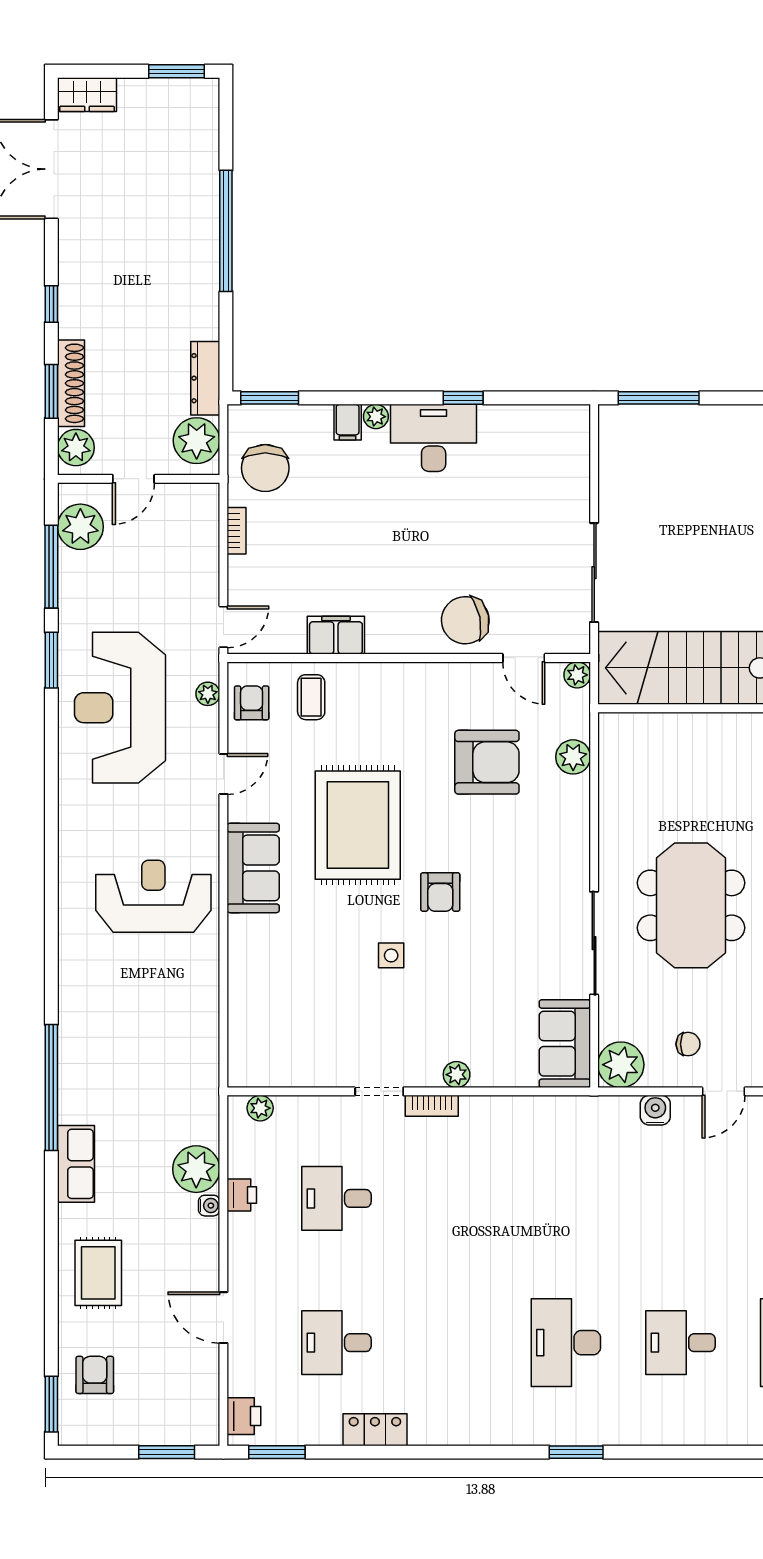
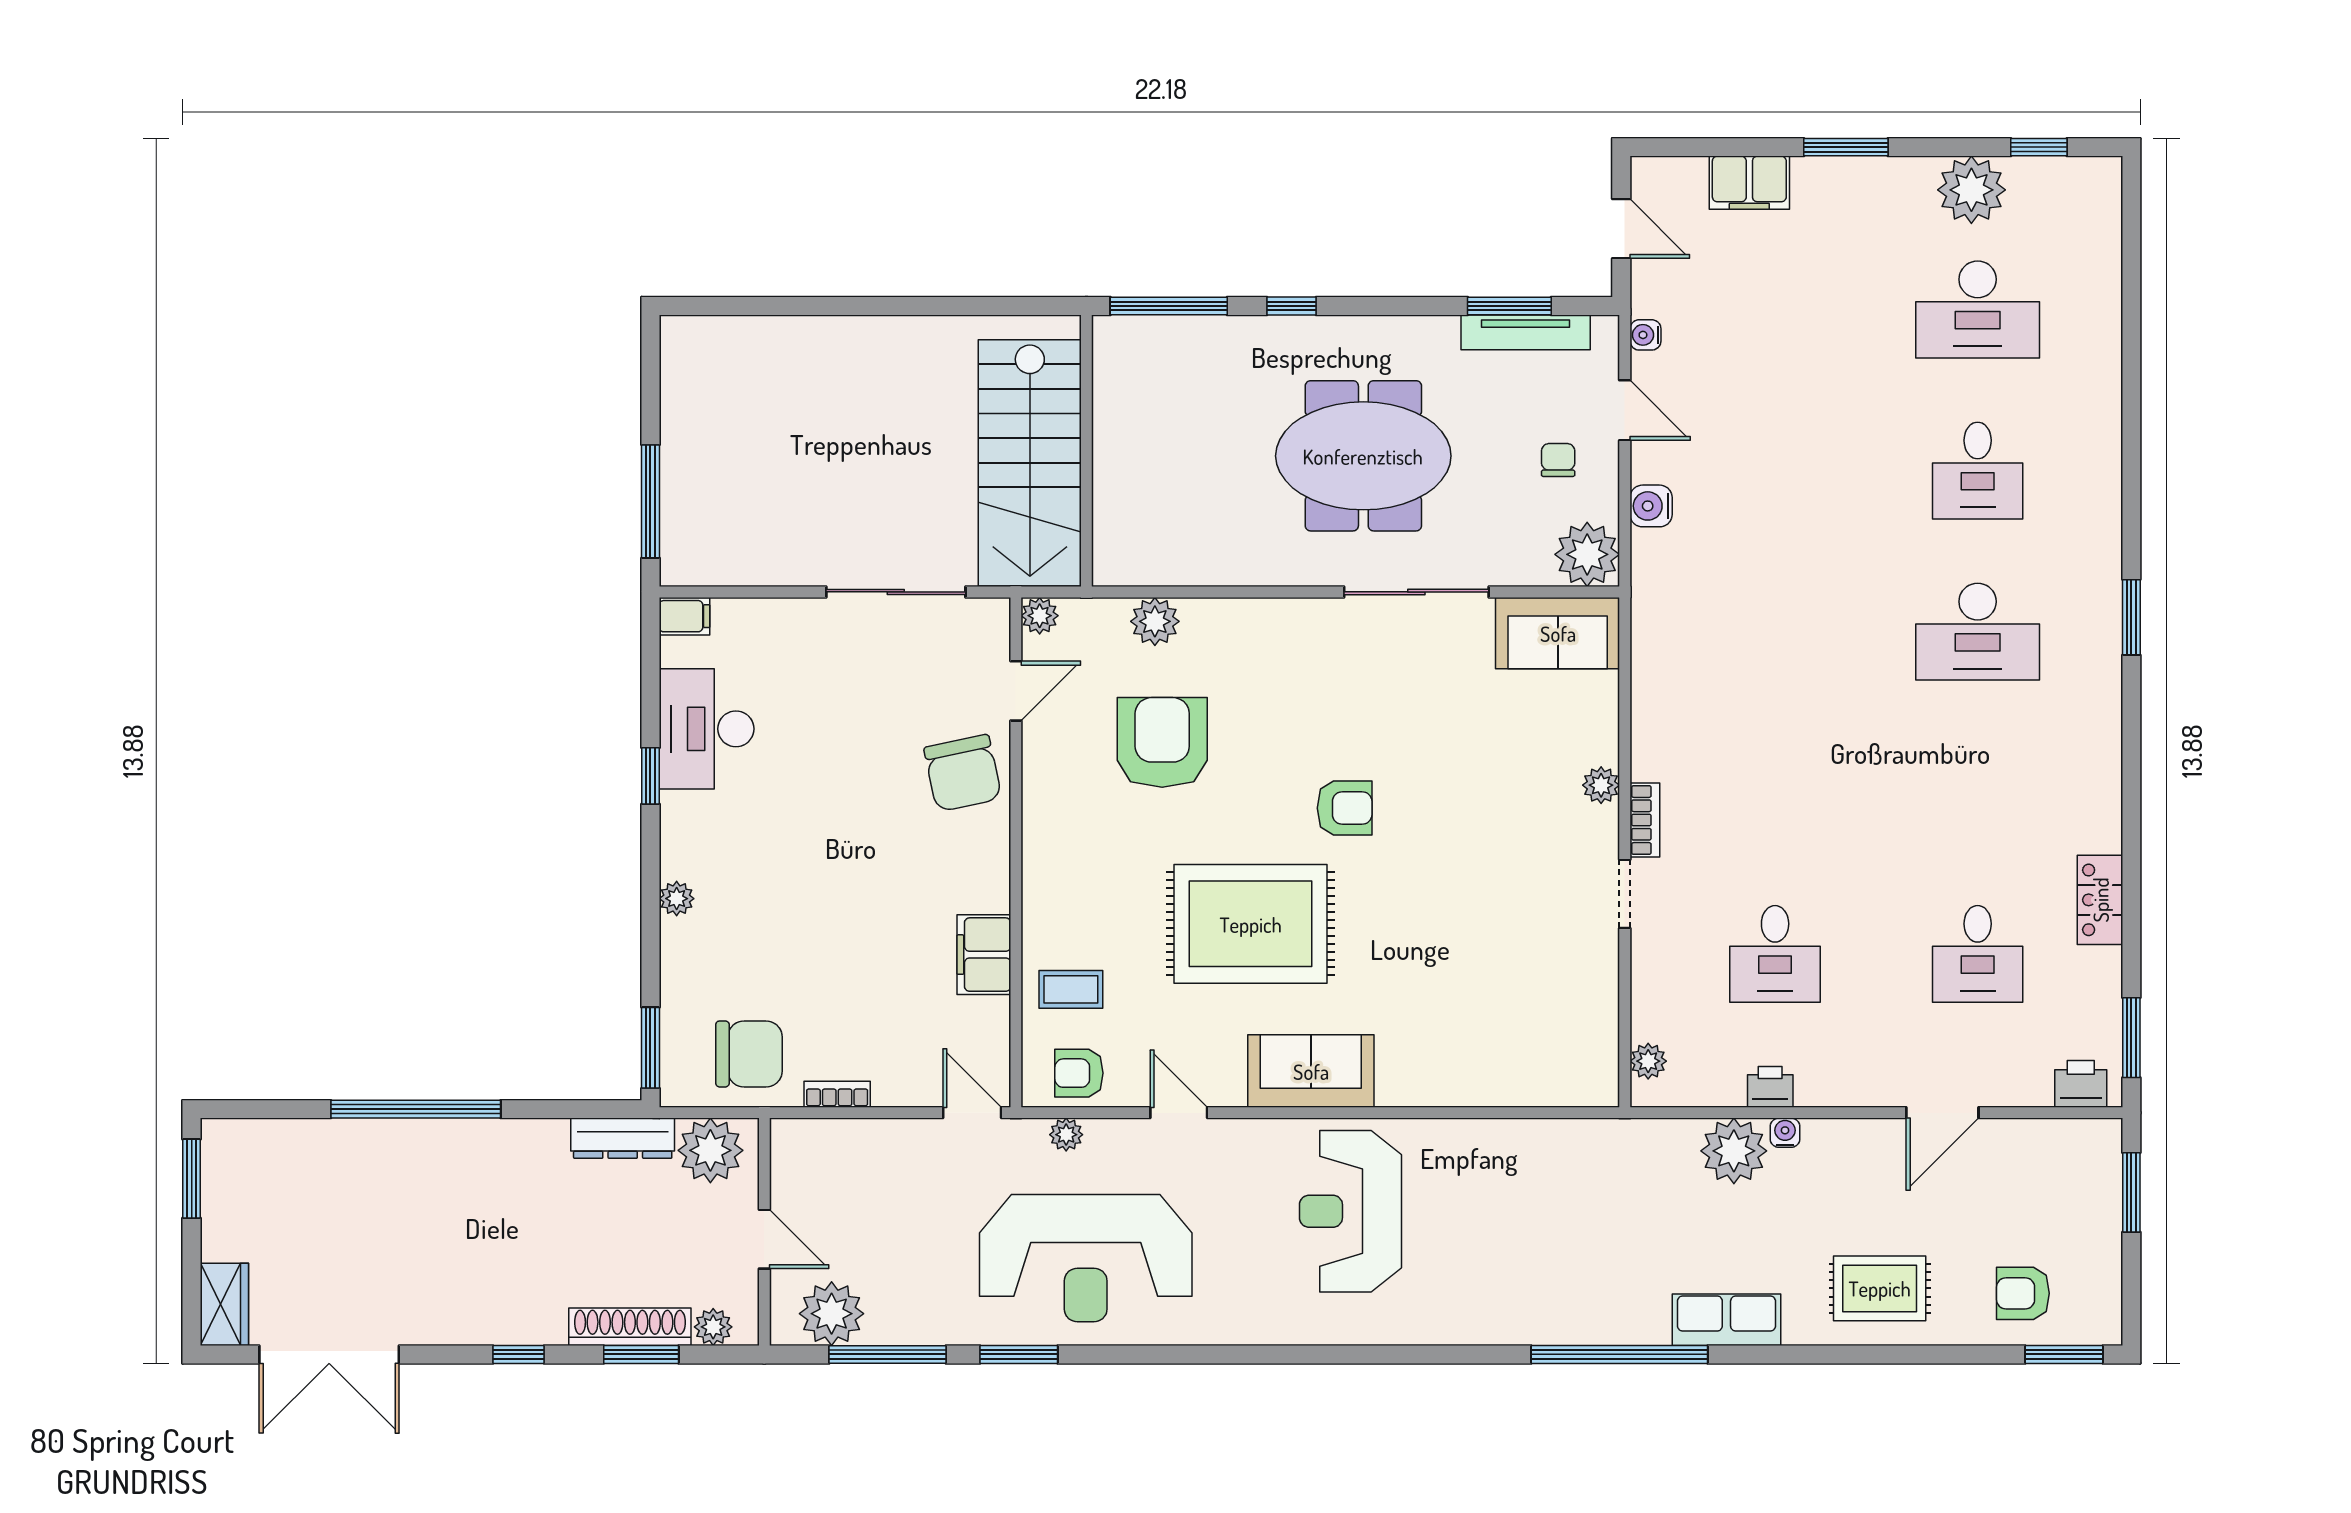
filing cabinet: (348, 422) -> (684, 616), moved
desk: (434, 438) -> (707, 729), moved
plant: (76, 448) -> (713, 1327), width x0.73, depth x0.73
side table: (391, 955) -> (1434, 877), removed

